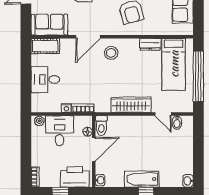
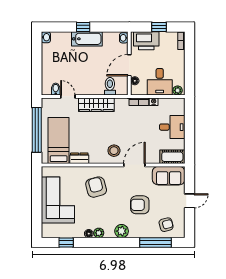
toilet: (101, 126) -> (110, 86), moved

